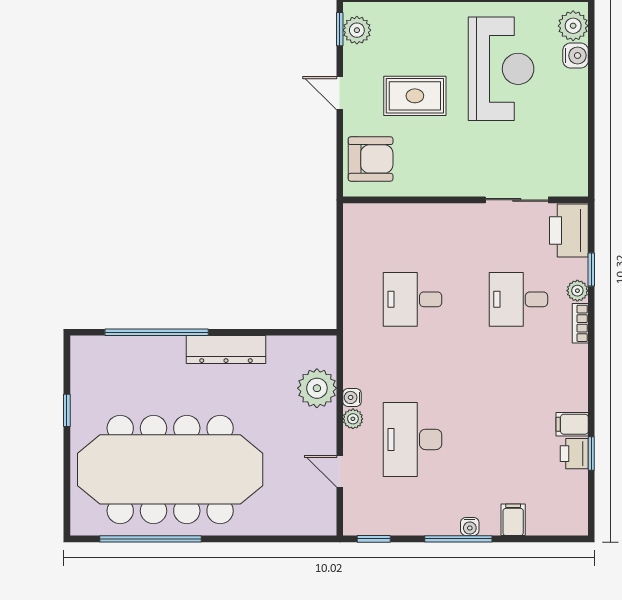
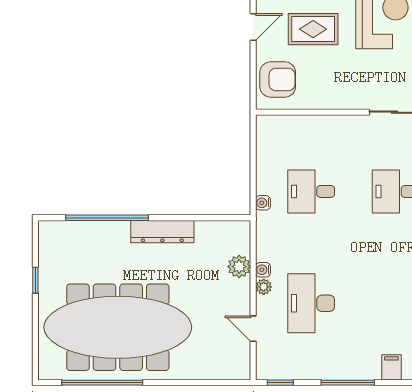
door: (340, 93) -> (253, 27), swing flipped
plant: (317, 388) -> (239, 267), width x0.73, depth x0.73
water cooler: (470, 527) -> (263, 203), moved, turned 90

